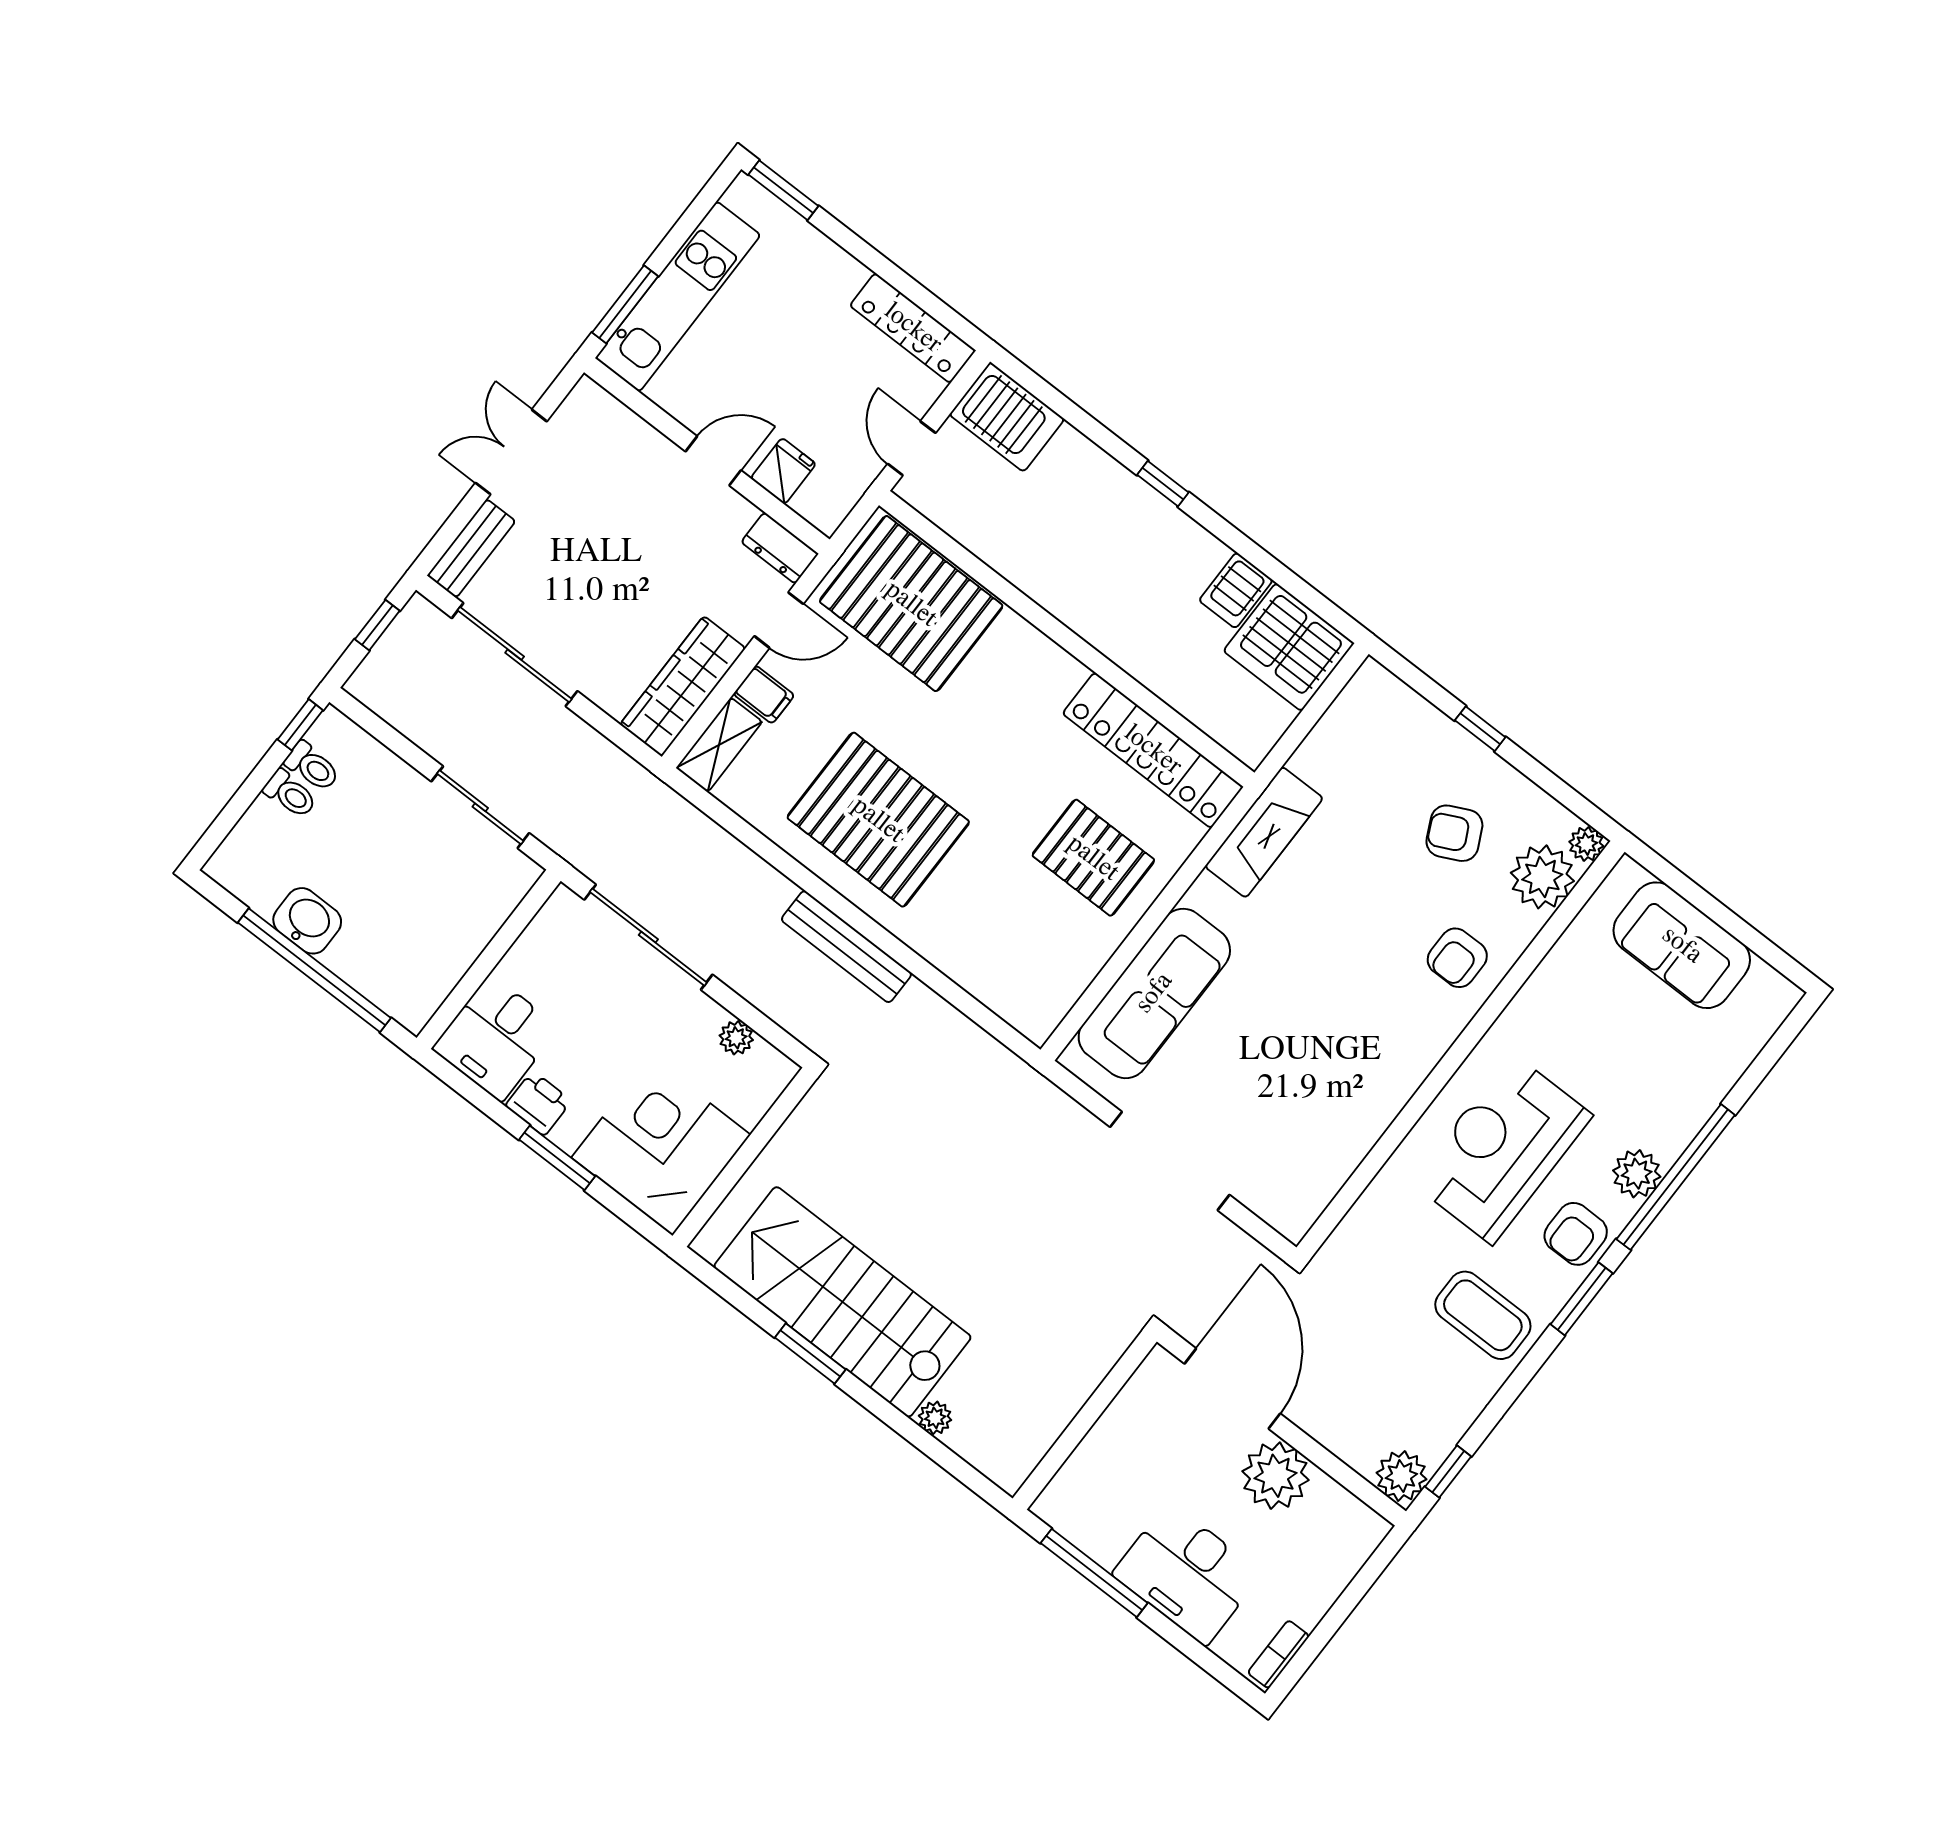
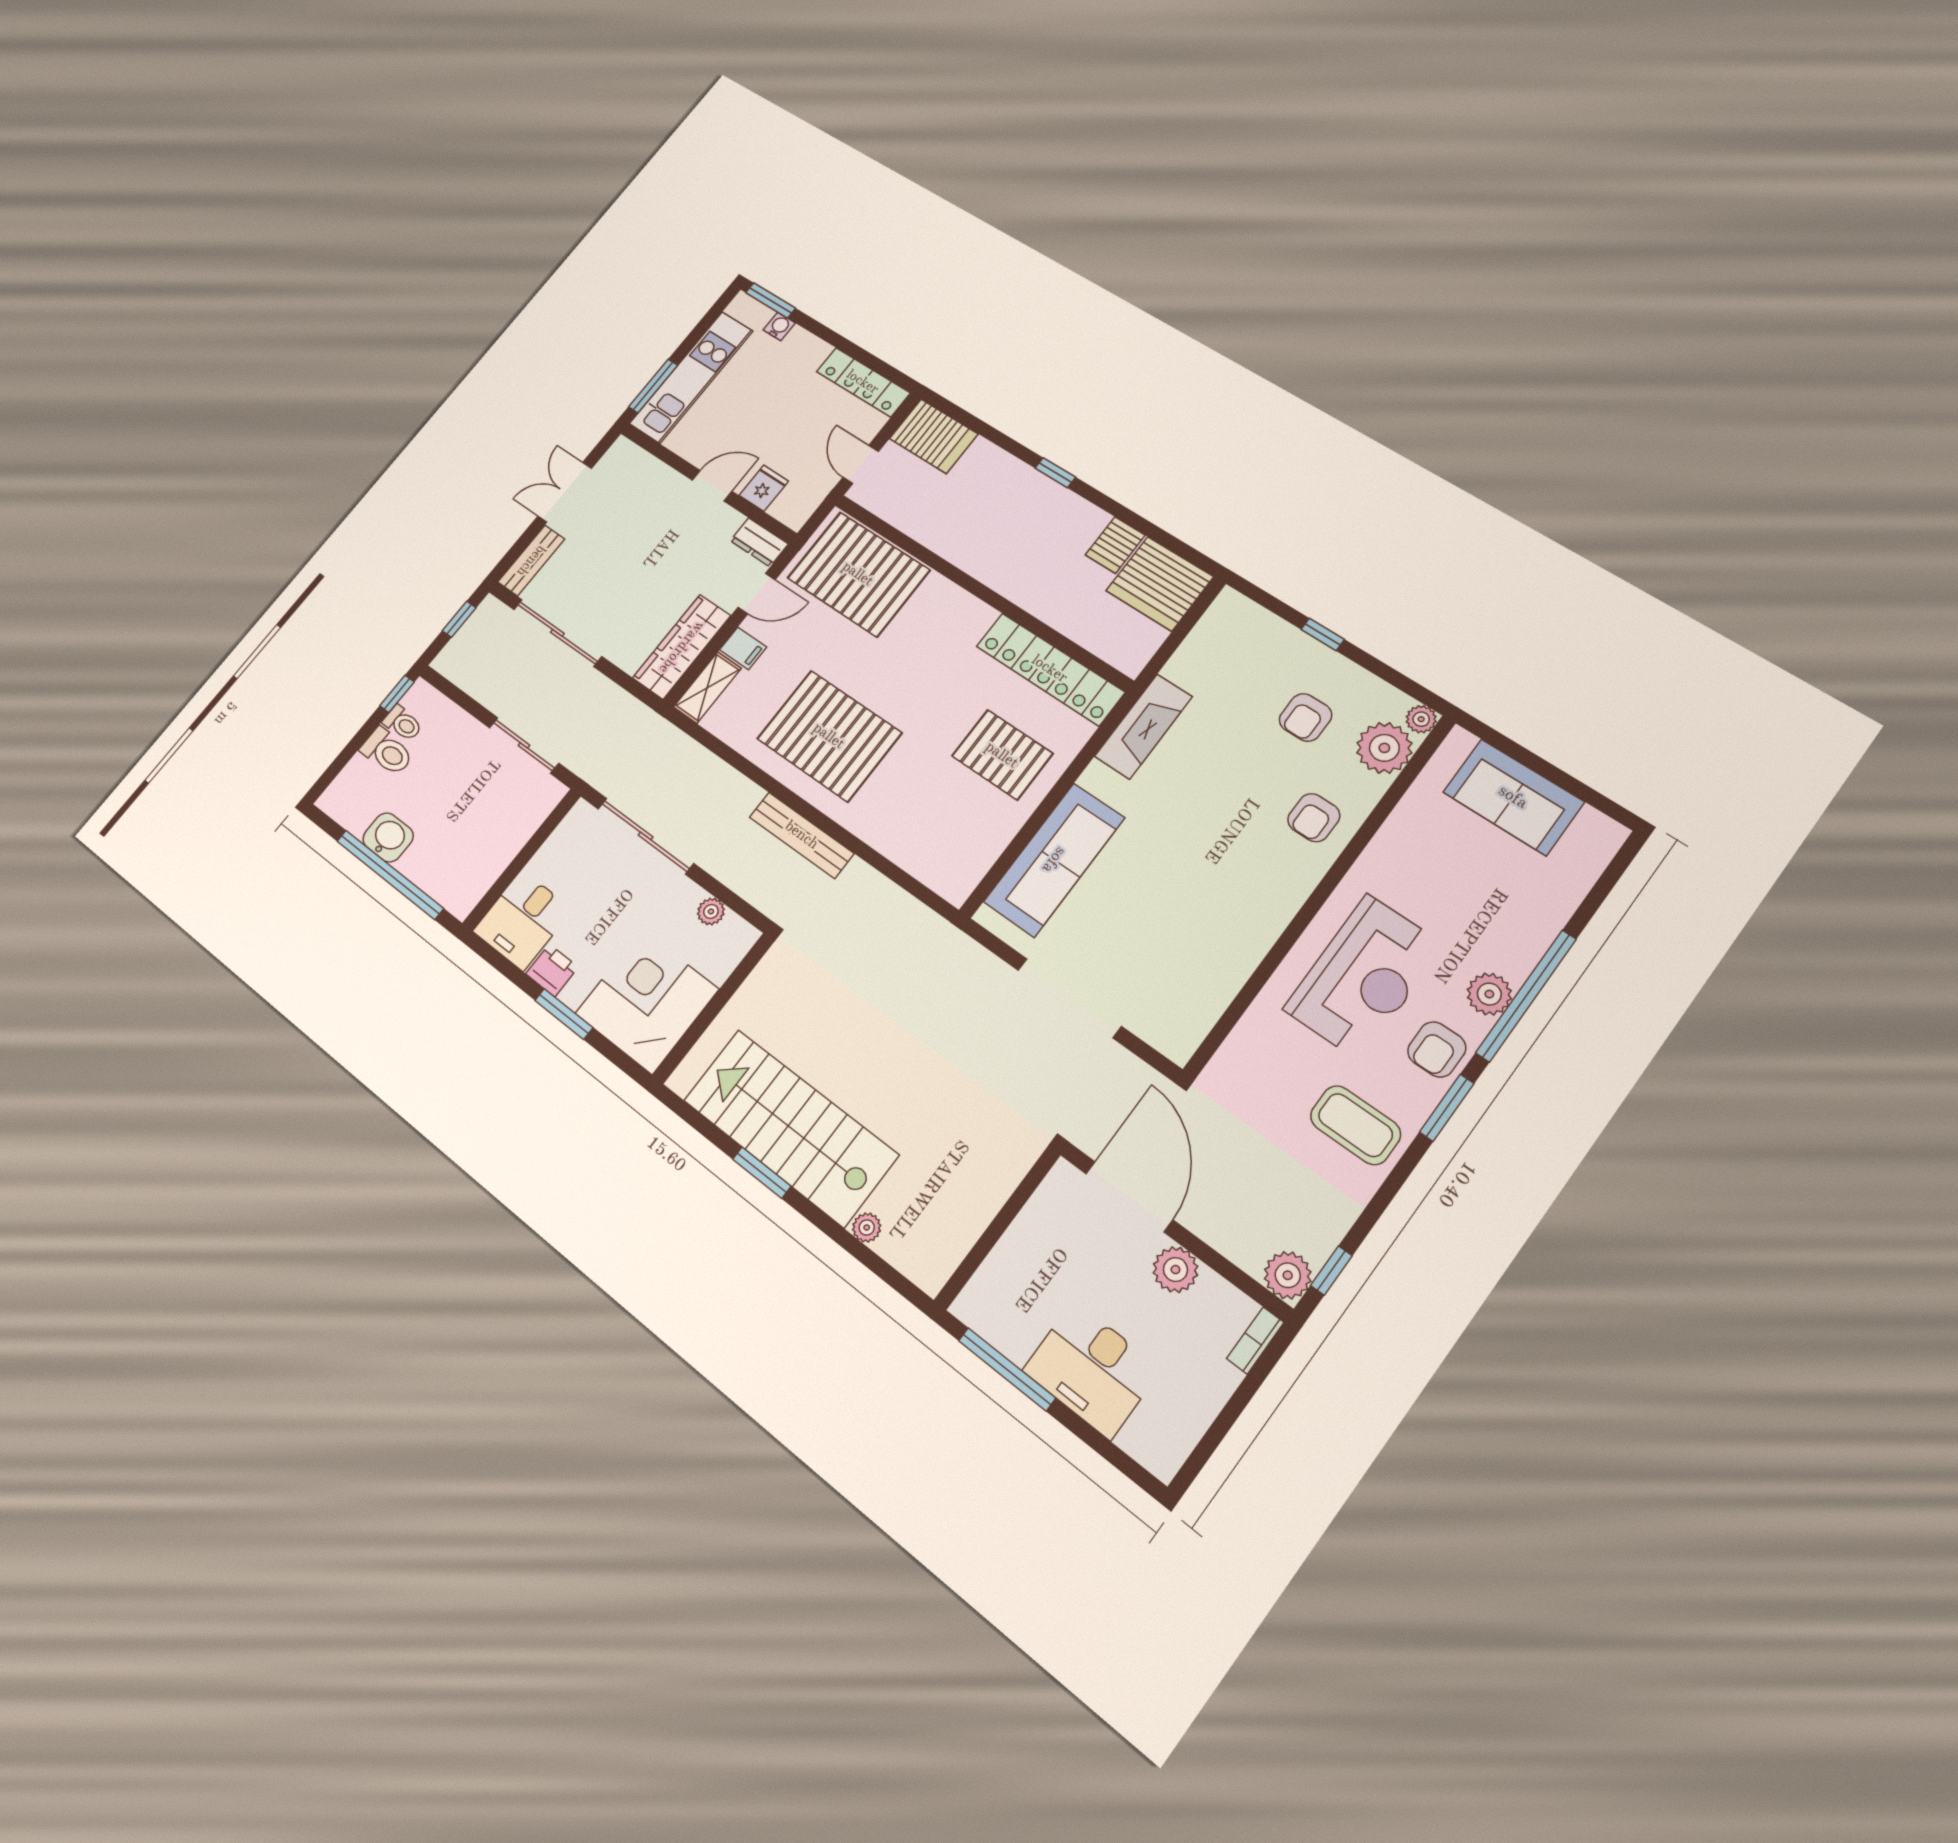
water cooler: (797, 232) -> (779, 326), added
toilet: (290, 794) -> (387, 752), width x1.37, depth x1.39
armchair: (1454, 833) -> (1306, 717), turned -64
reception desk: (1502, 1149) -> (1364, 977), turned 180
plant: (1275, 1476) -> (1175, 1270), width x0.73, depth x0.73
bookcase: (1278, 1654) -> (1255, 1340), moved

